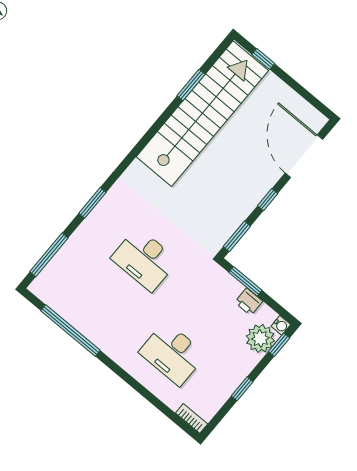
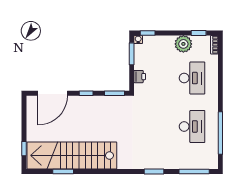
desk: (144, 259) -> (192, 126), moved
window: (245, 281) -> (132, 54), moved
printer: (249, 302) -> (140, 77), moved
plant: (260, 338) -> (183, 44), moved
window: (242, 389) -> (199, 33), moved

